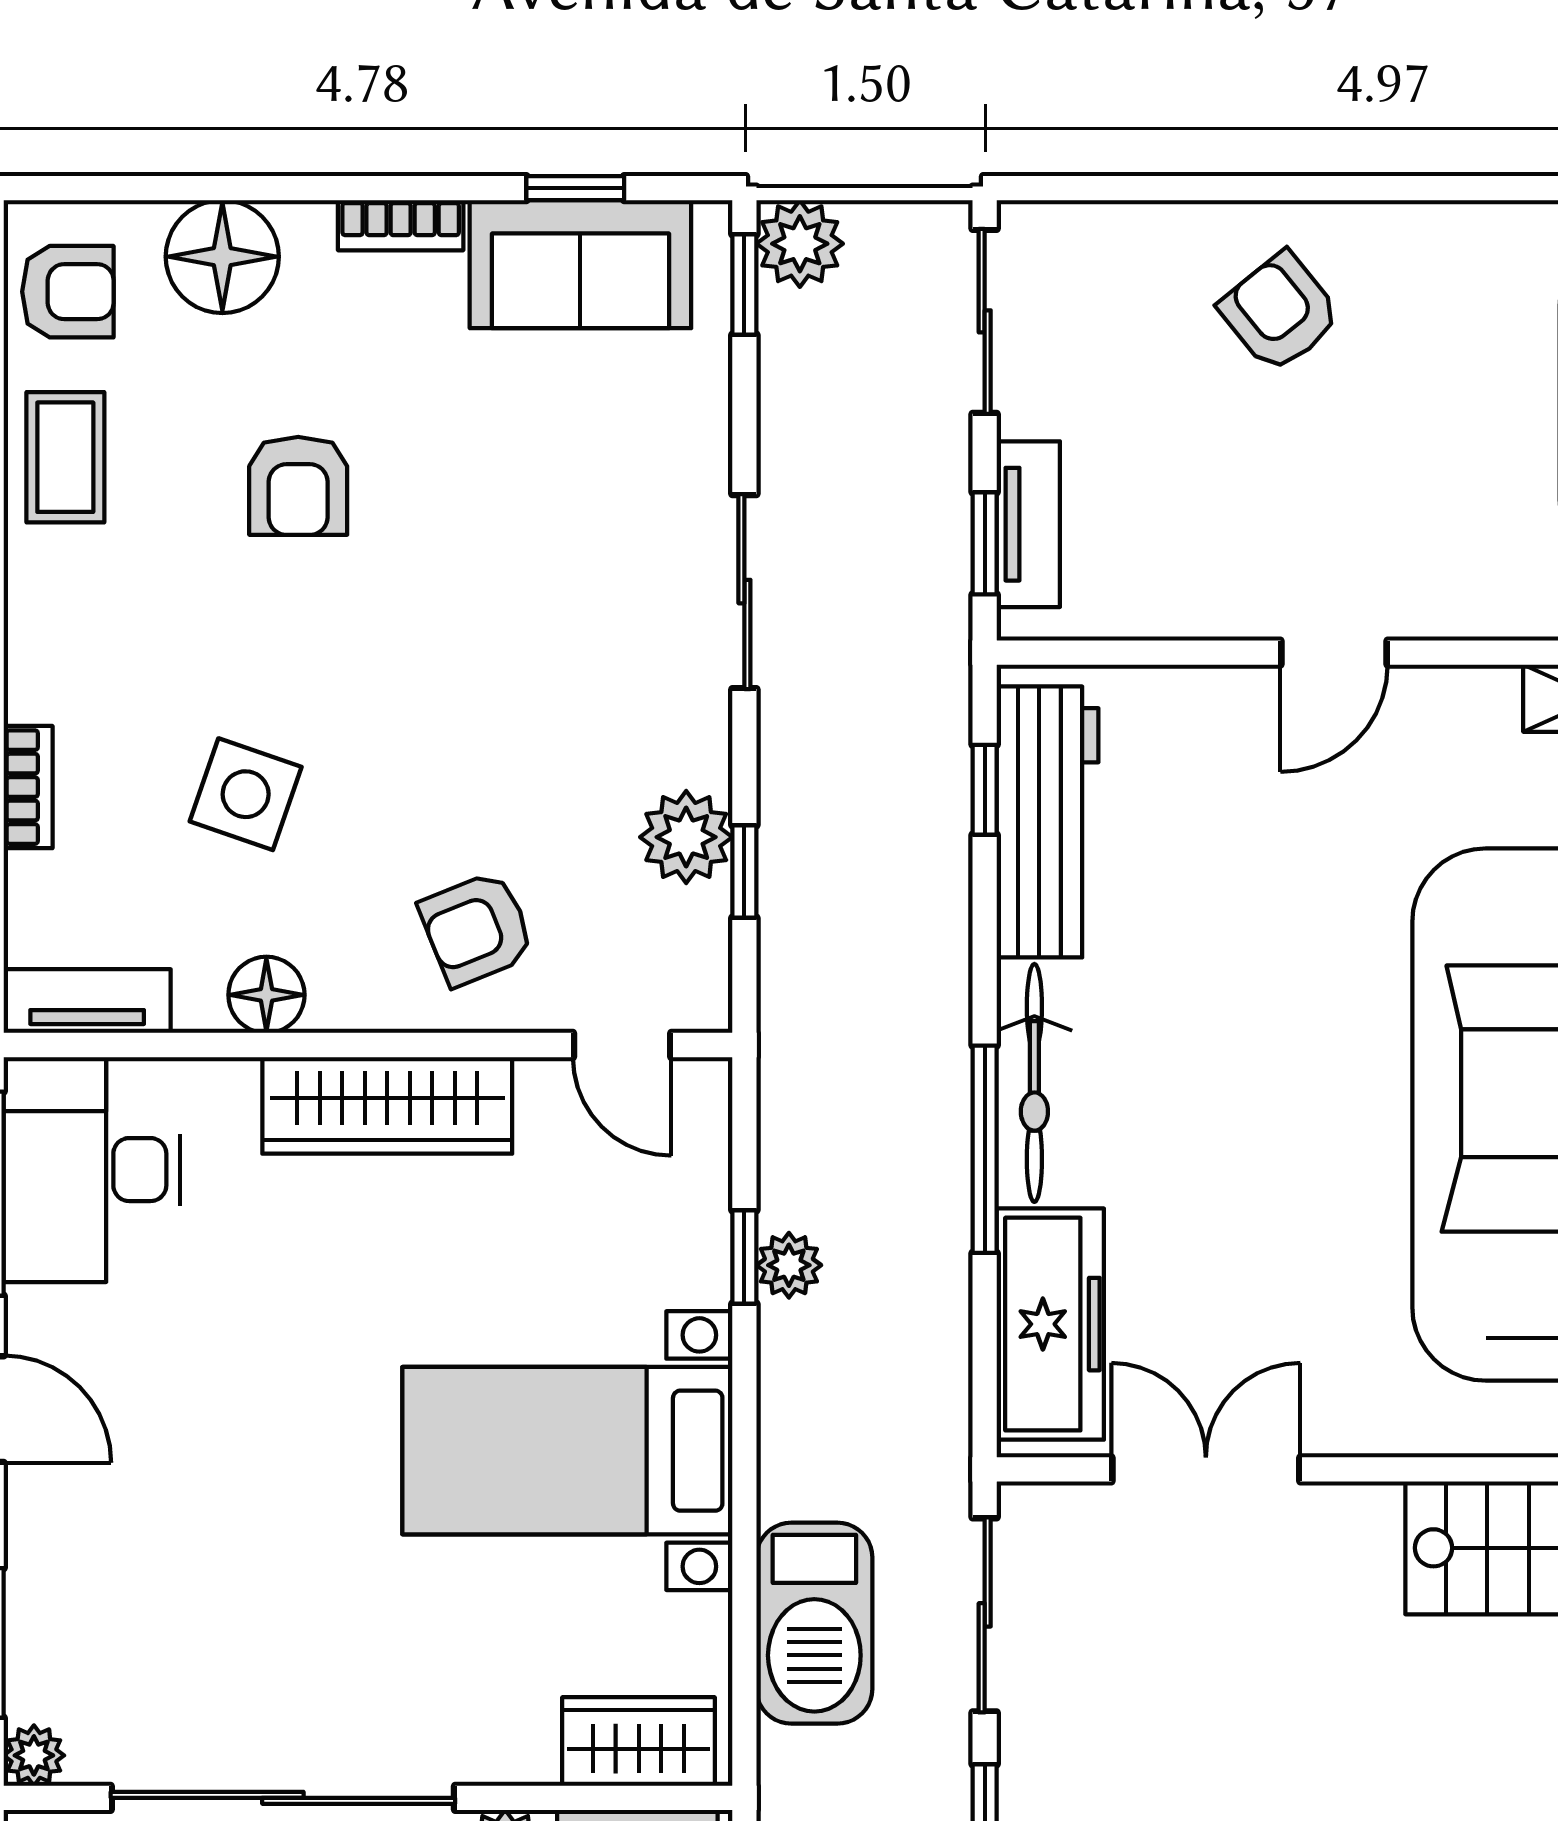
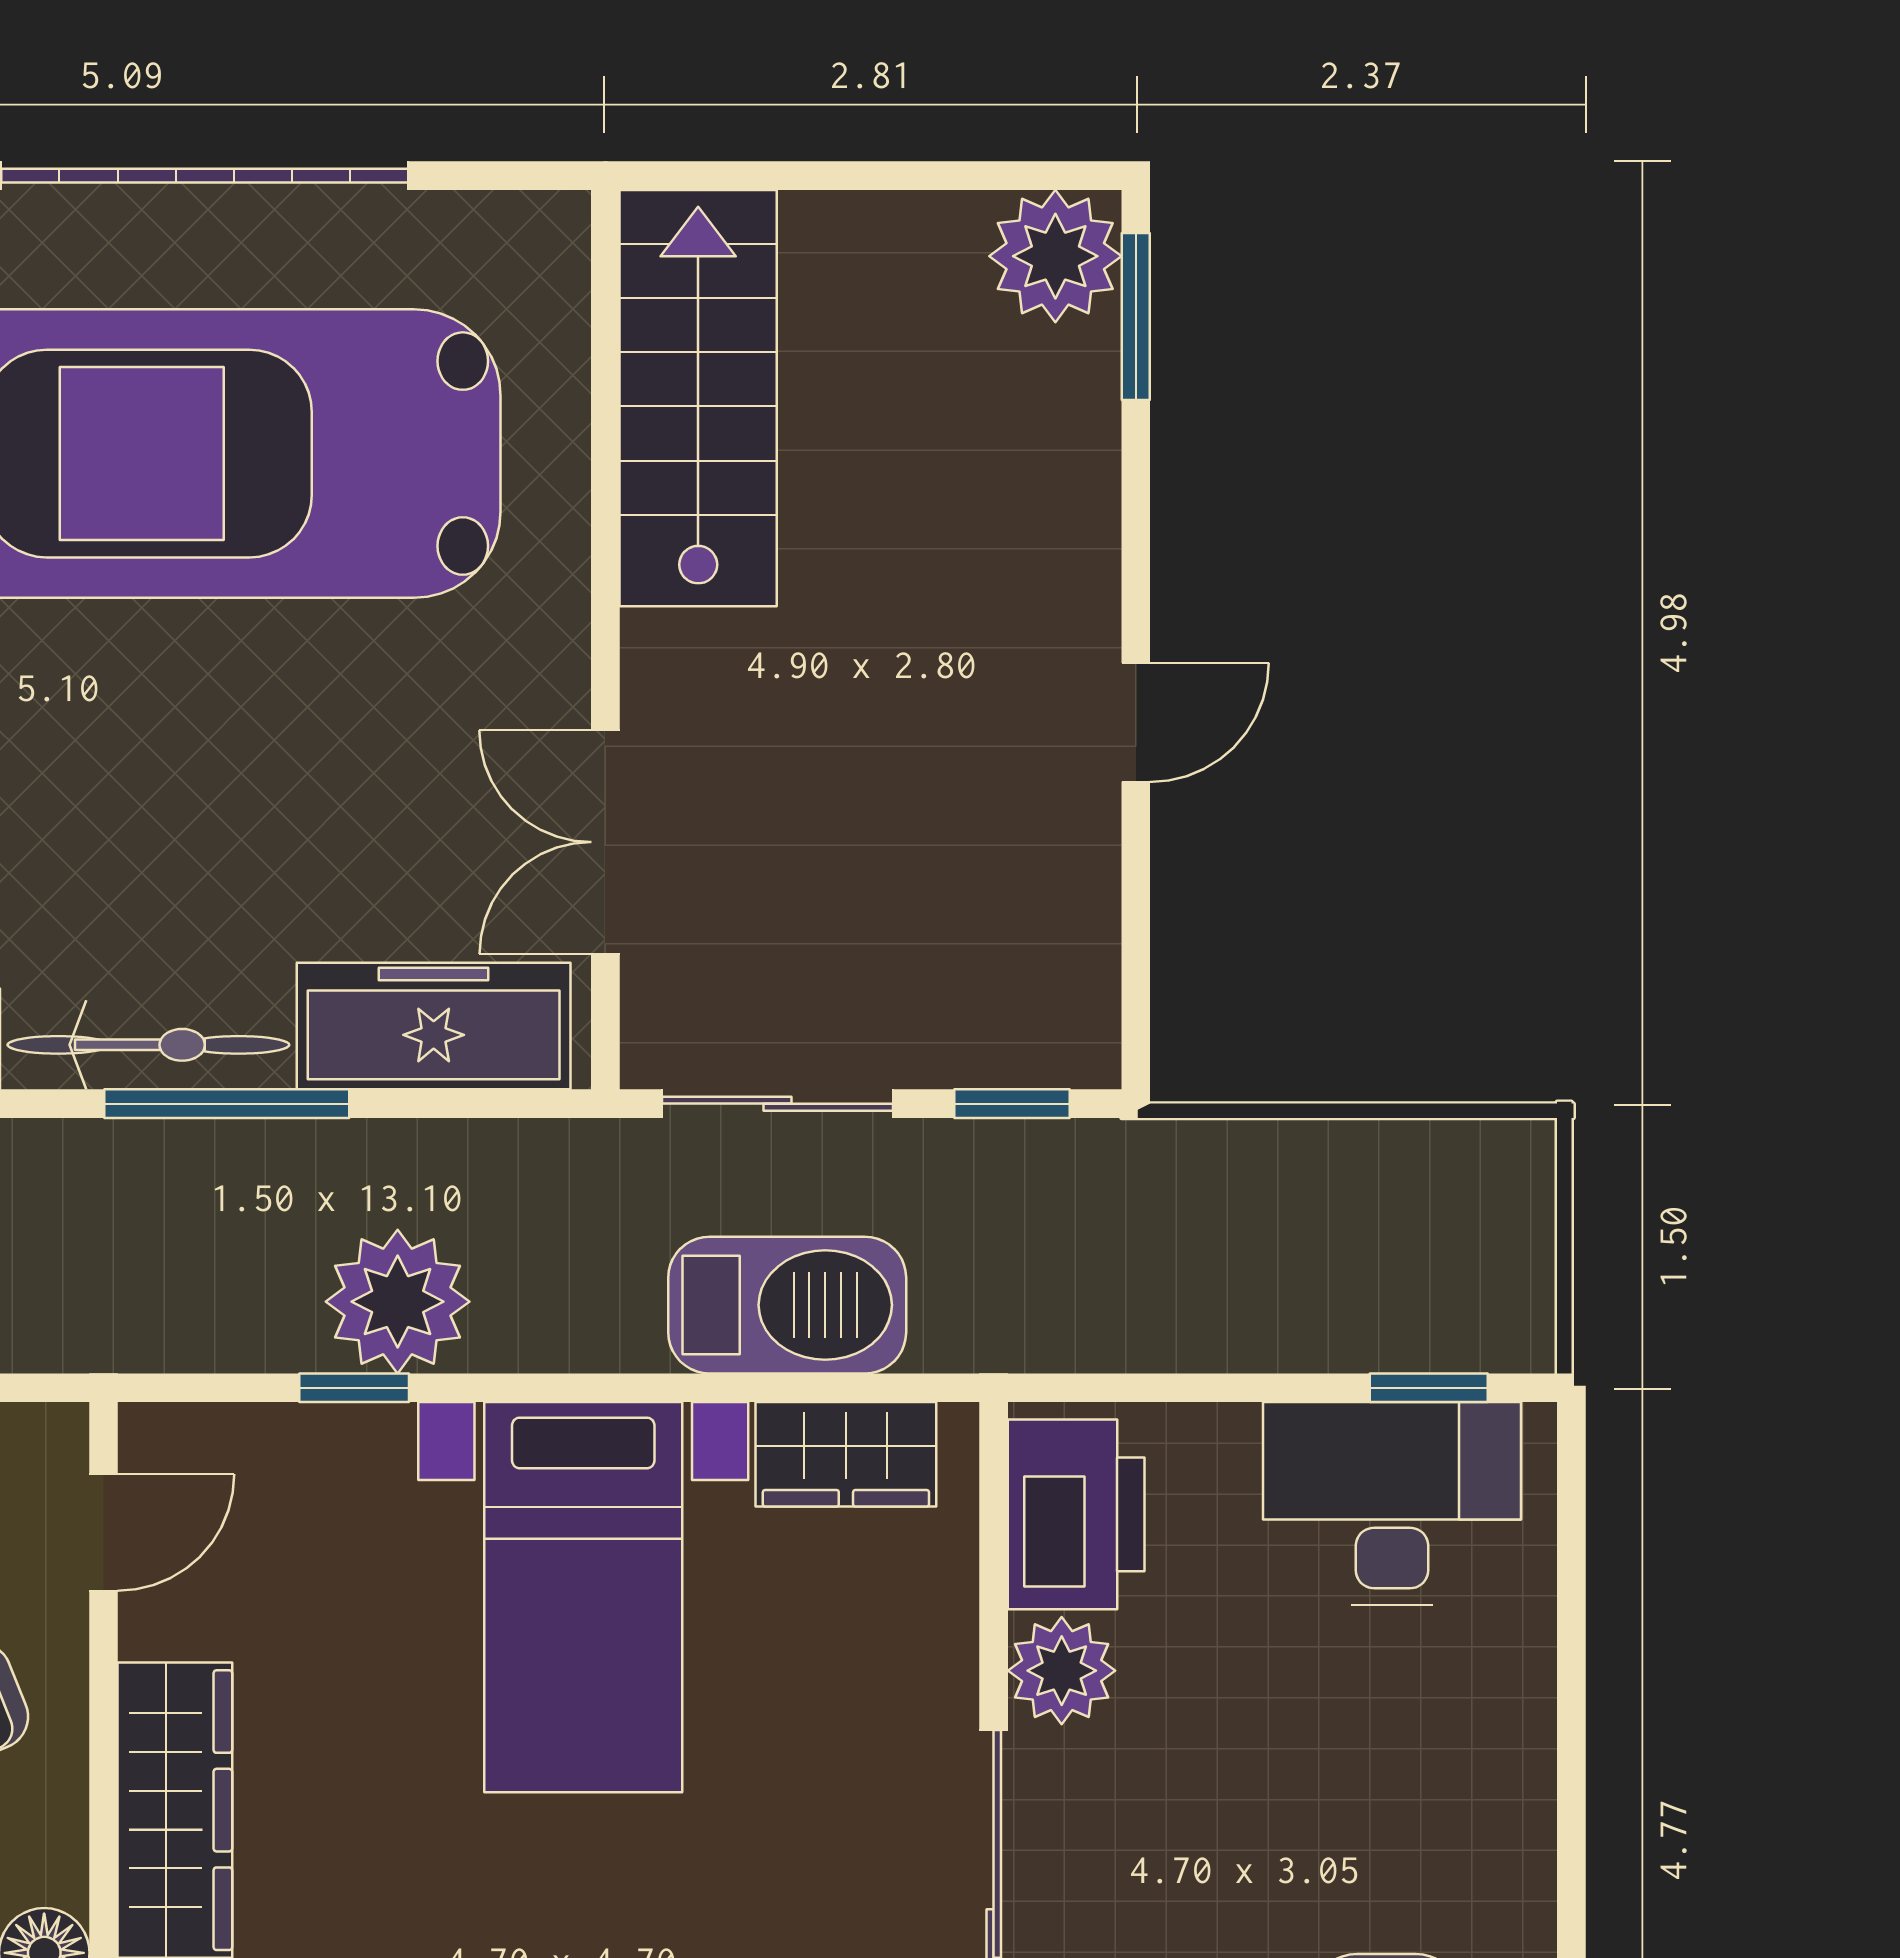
plant: (789, 1265) -> (398, 1302), width x1.87, depth x1.87
wardrobe: (639, 1741) -> (846, 1454), moved, turned -90

